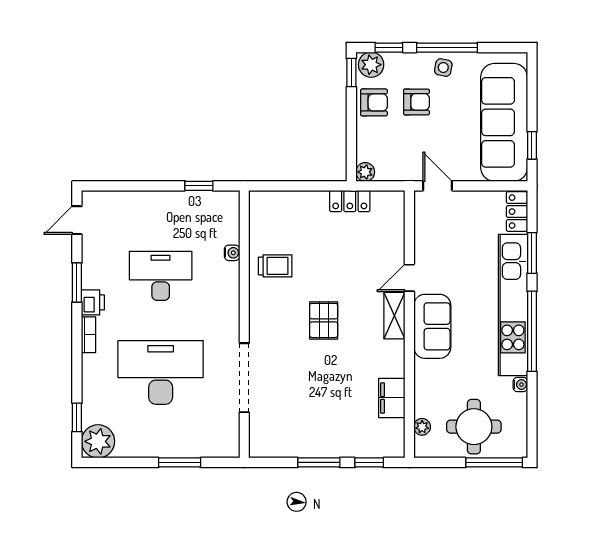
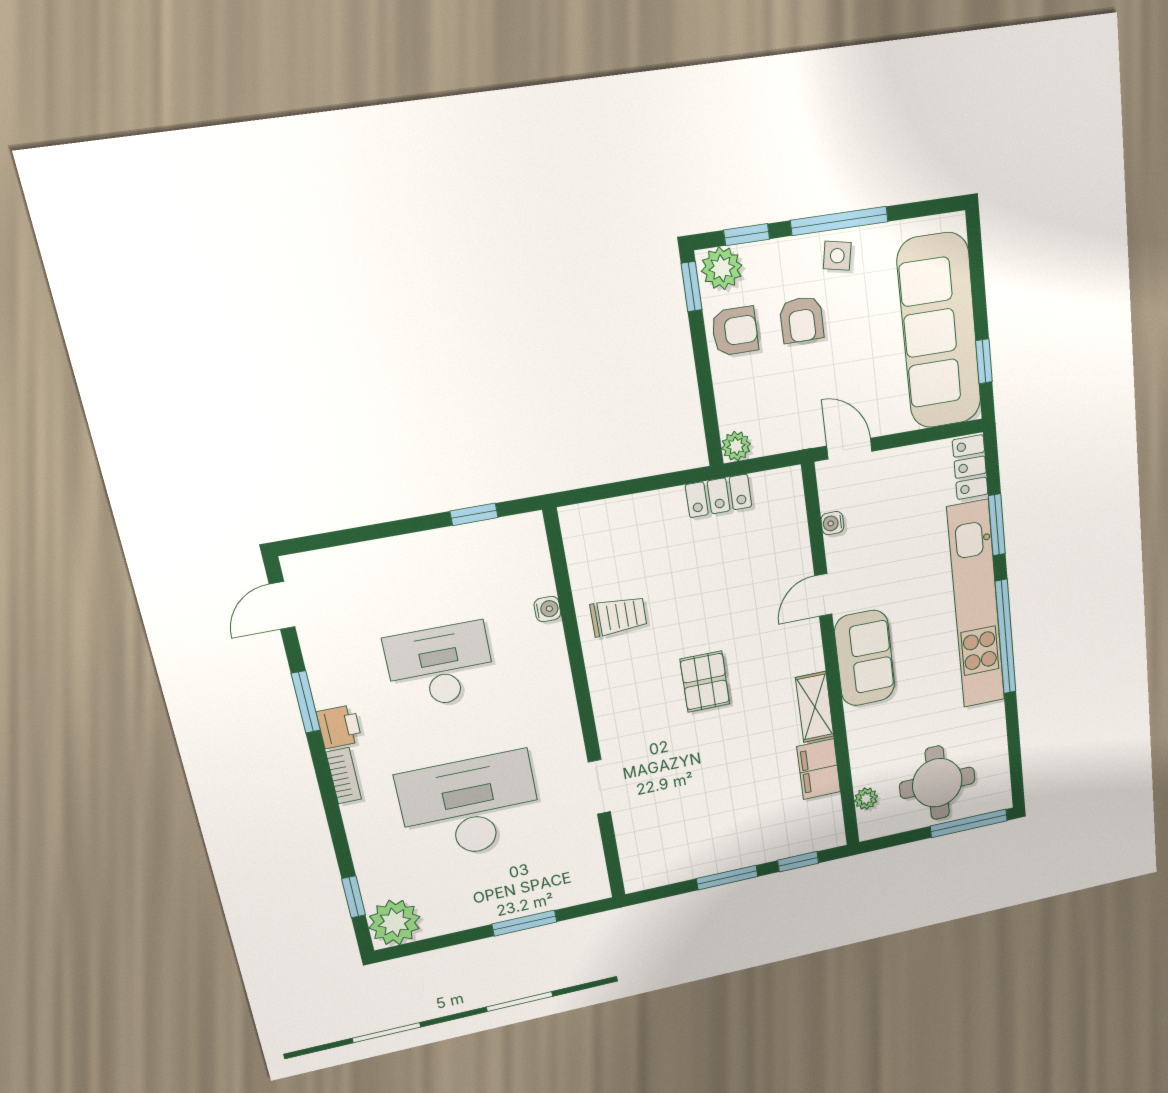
armchair: (416, 102) -> (802, 320), turned 90
shelving: (394, 316) -> (815, 707), moved
doorway: (244, 378) -> (599, 787), width x0.53
water cooler: (520, 384) -> (832, 523), moved, turned 180

